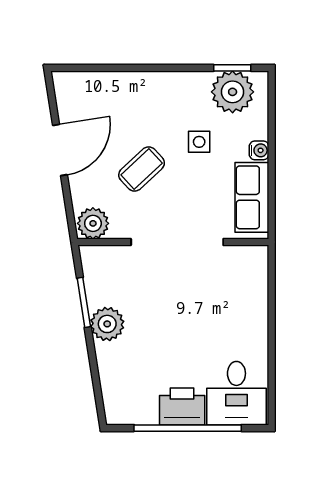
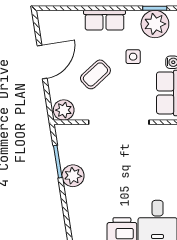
row of seats: (155, 86) -> (104, 20), added

